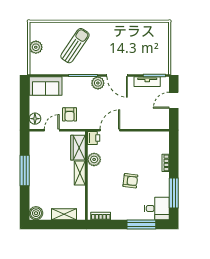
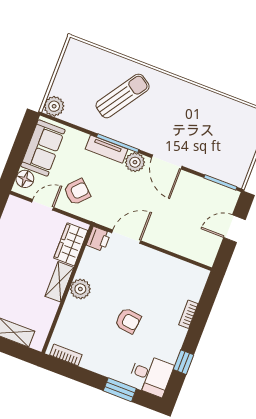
plant: (36, 47) -> (54, 106), moved
tv unit: (147, 82) -> (107, 149), moved
sofa: (46, 86) -> (43, 148), moved, turned -90
armchair: (70, 114) -> (77, 192), turned -137
plant: (94, 159) -> (80, 289), moved
window: (174, 193) -> (184, 362), width x0.46
window: (141, 225) -> (120, 390), width x0.69

